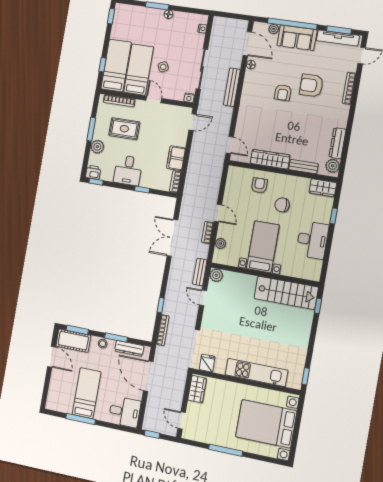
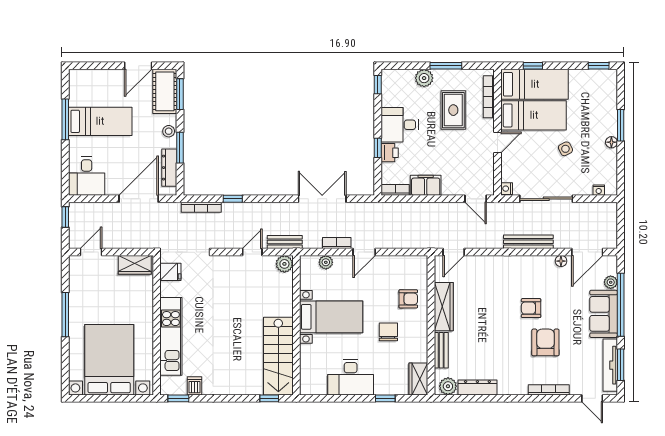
side table: (163, 67) -> (565, 149), moved
printer: (93, 172) -> (390, 153), moved
dishwasher: (298, 362) -> (194, 386), added

